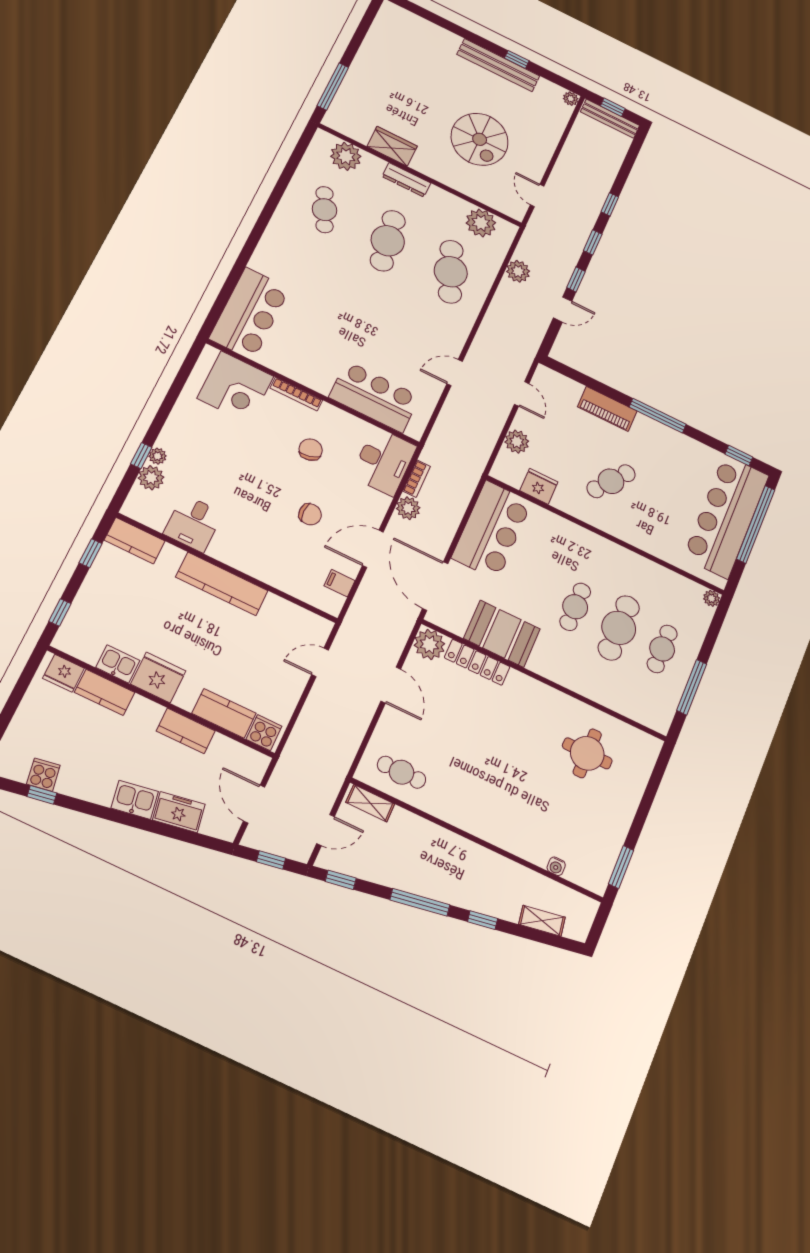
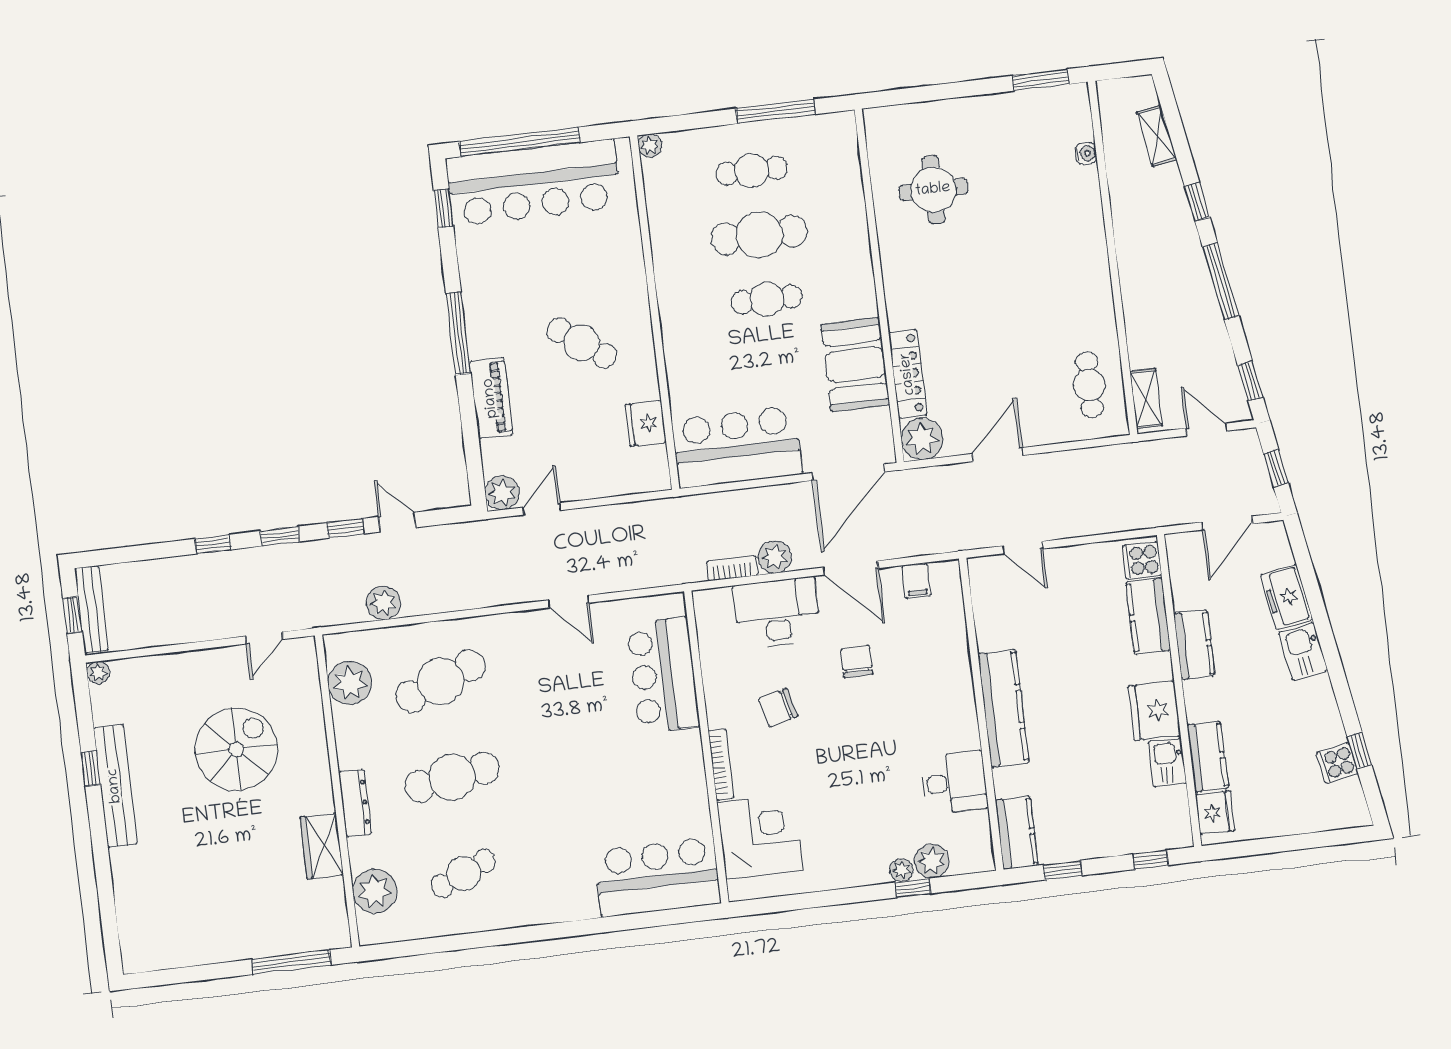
plant: (517, 442) -> (502, 493), moved
desk: (384, 461) -> (777, 613), moved

